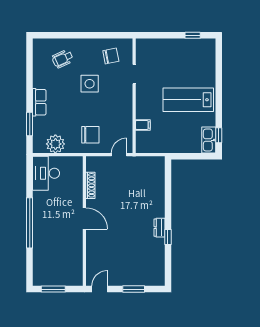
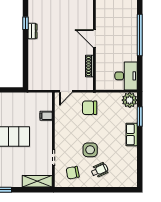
shelving: (154, 46) -> (37, 181), added
wheelchair: (63, 59) -> (100, 170), moved
plant: (55, 144) -> (130, 100), moved

